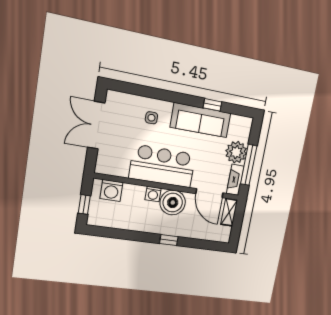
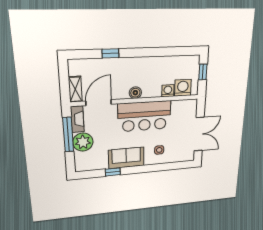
sofa: (201, 120) -> (126, 158), width x0.73
door: (209, 193) -> (99, 103), hinge flipped
washing machine: (153, 194) -> (168, 91), moved
boiler: (173, 203) -> (135, 93), width x0.54, depth x0.54
window: (169, 240) -> (110, 53), moved

